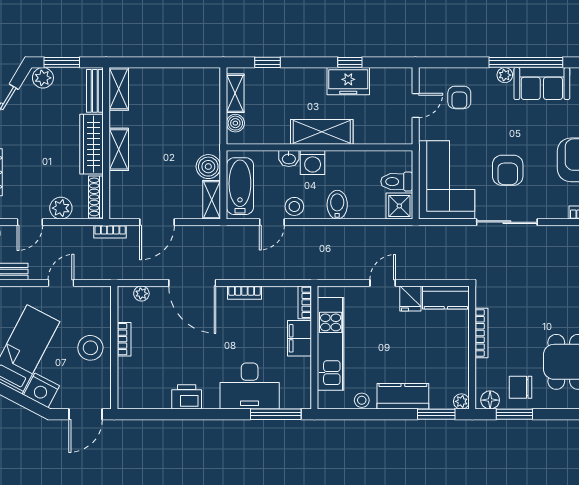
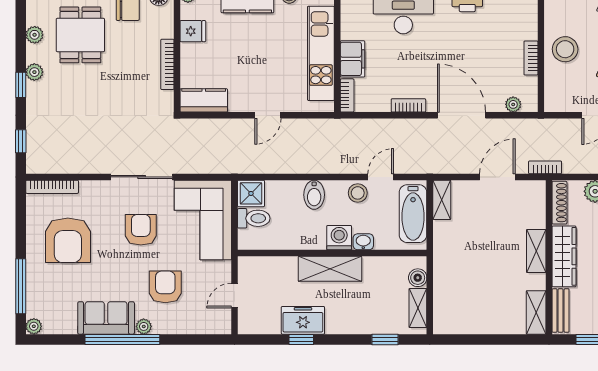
armchair: (459, 97) -> (165, 287), moved, width x1.38, depth x1.38
boiler: (208, 167) -> (445, 234), removed
fridge: (410, 298) -> (193, 31), moved, turned 90

